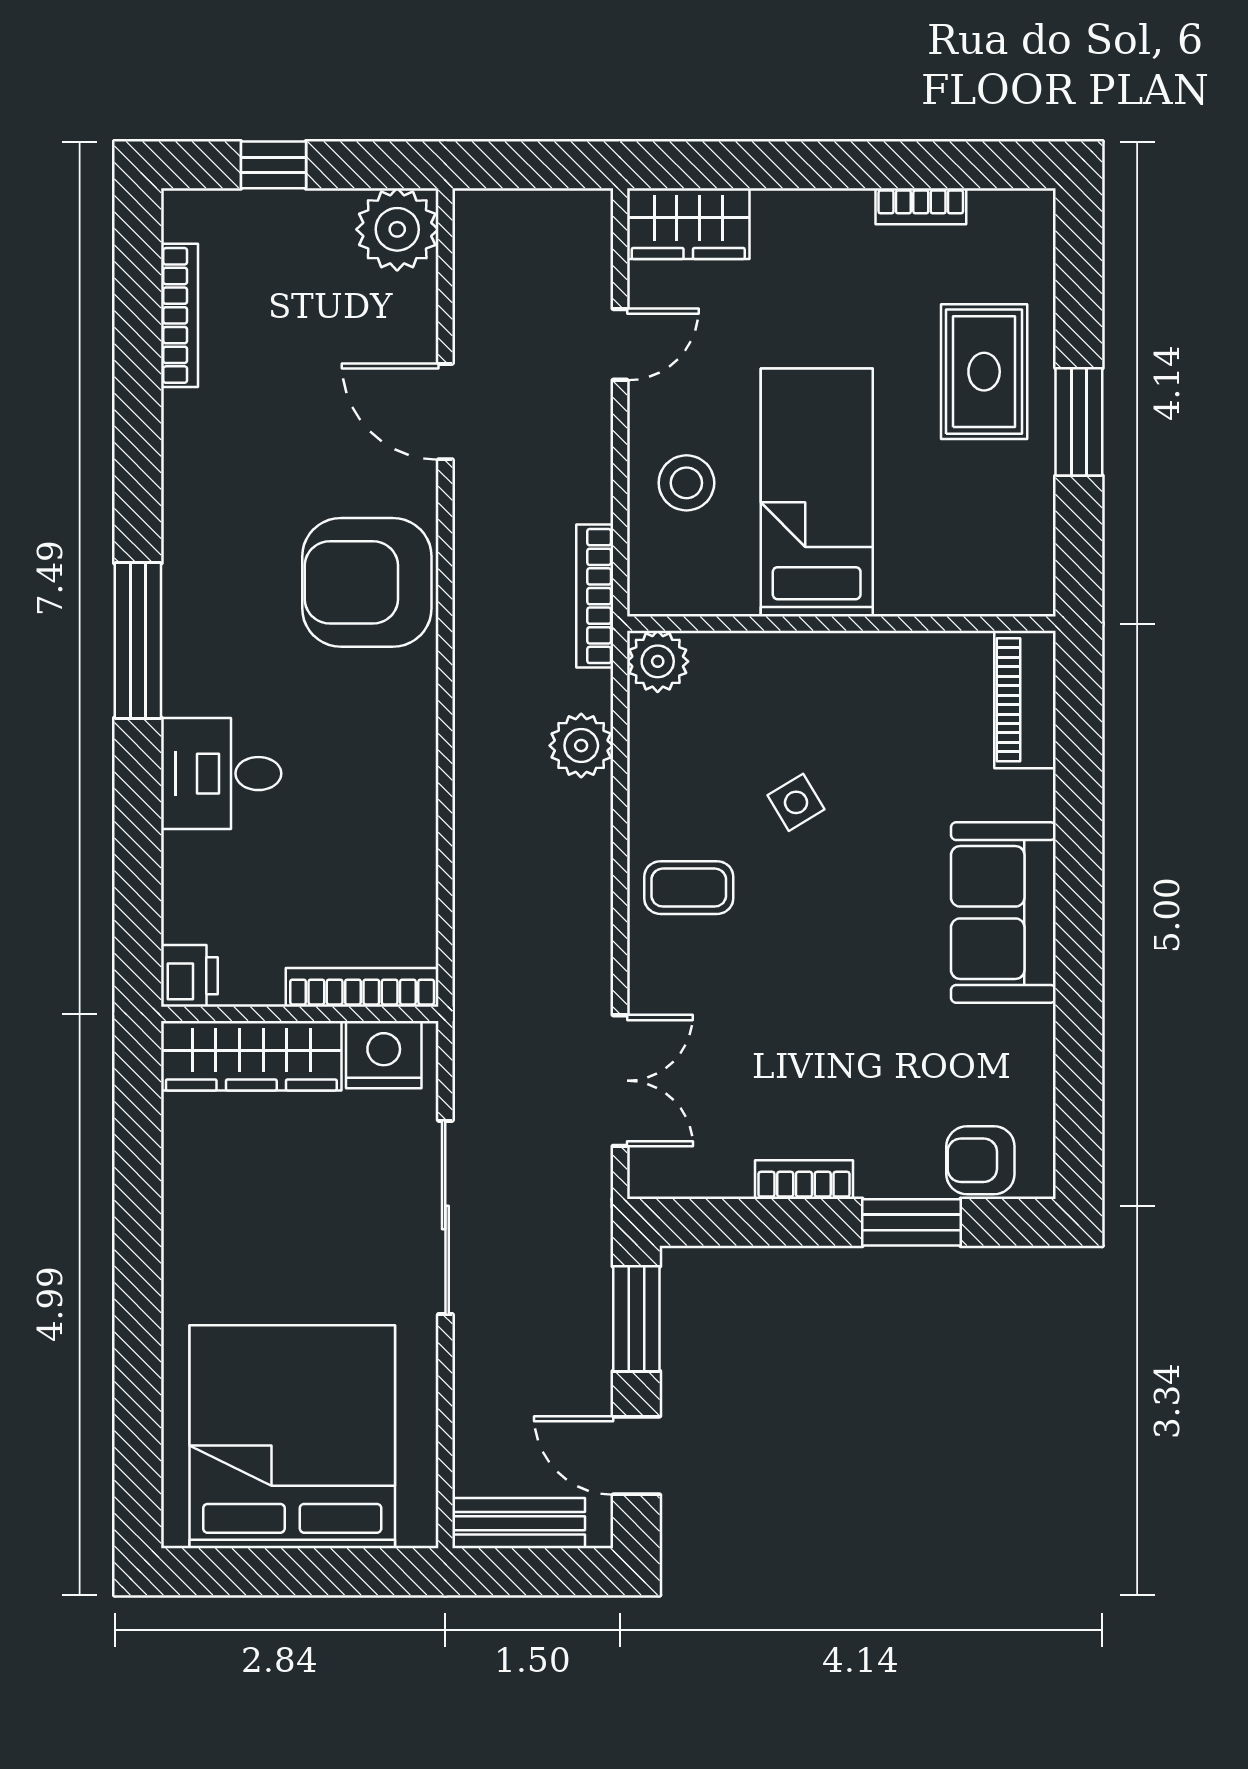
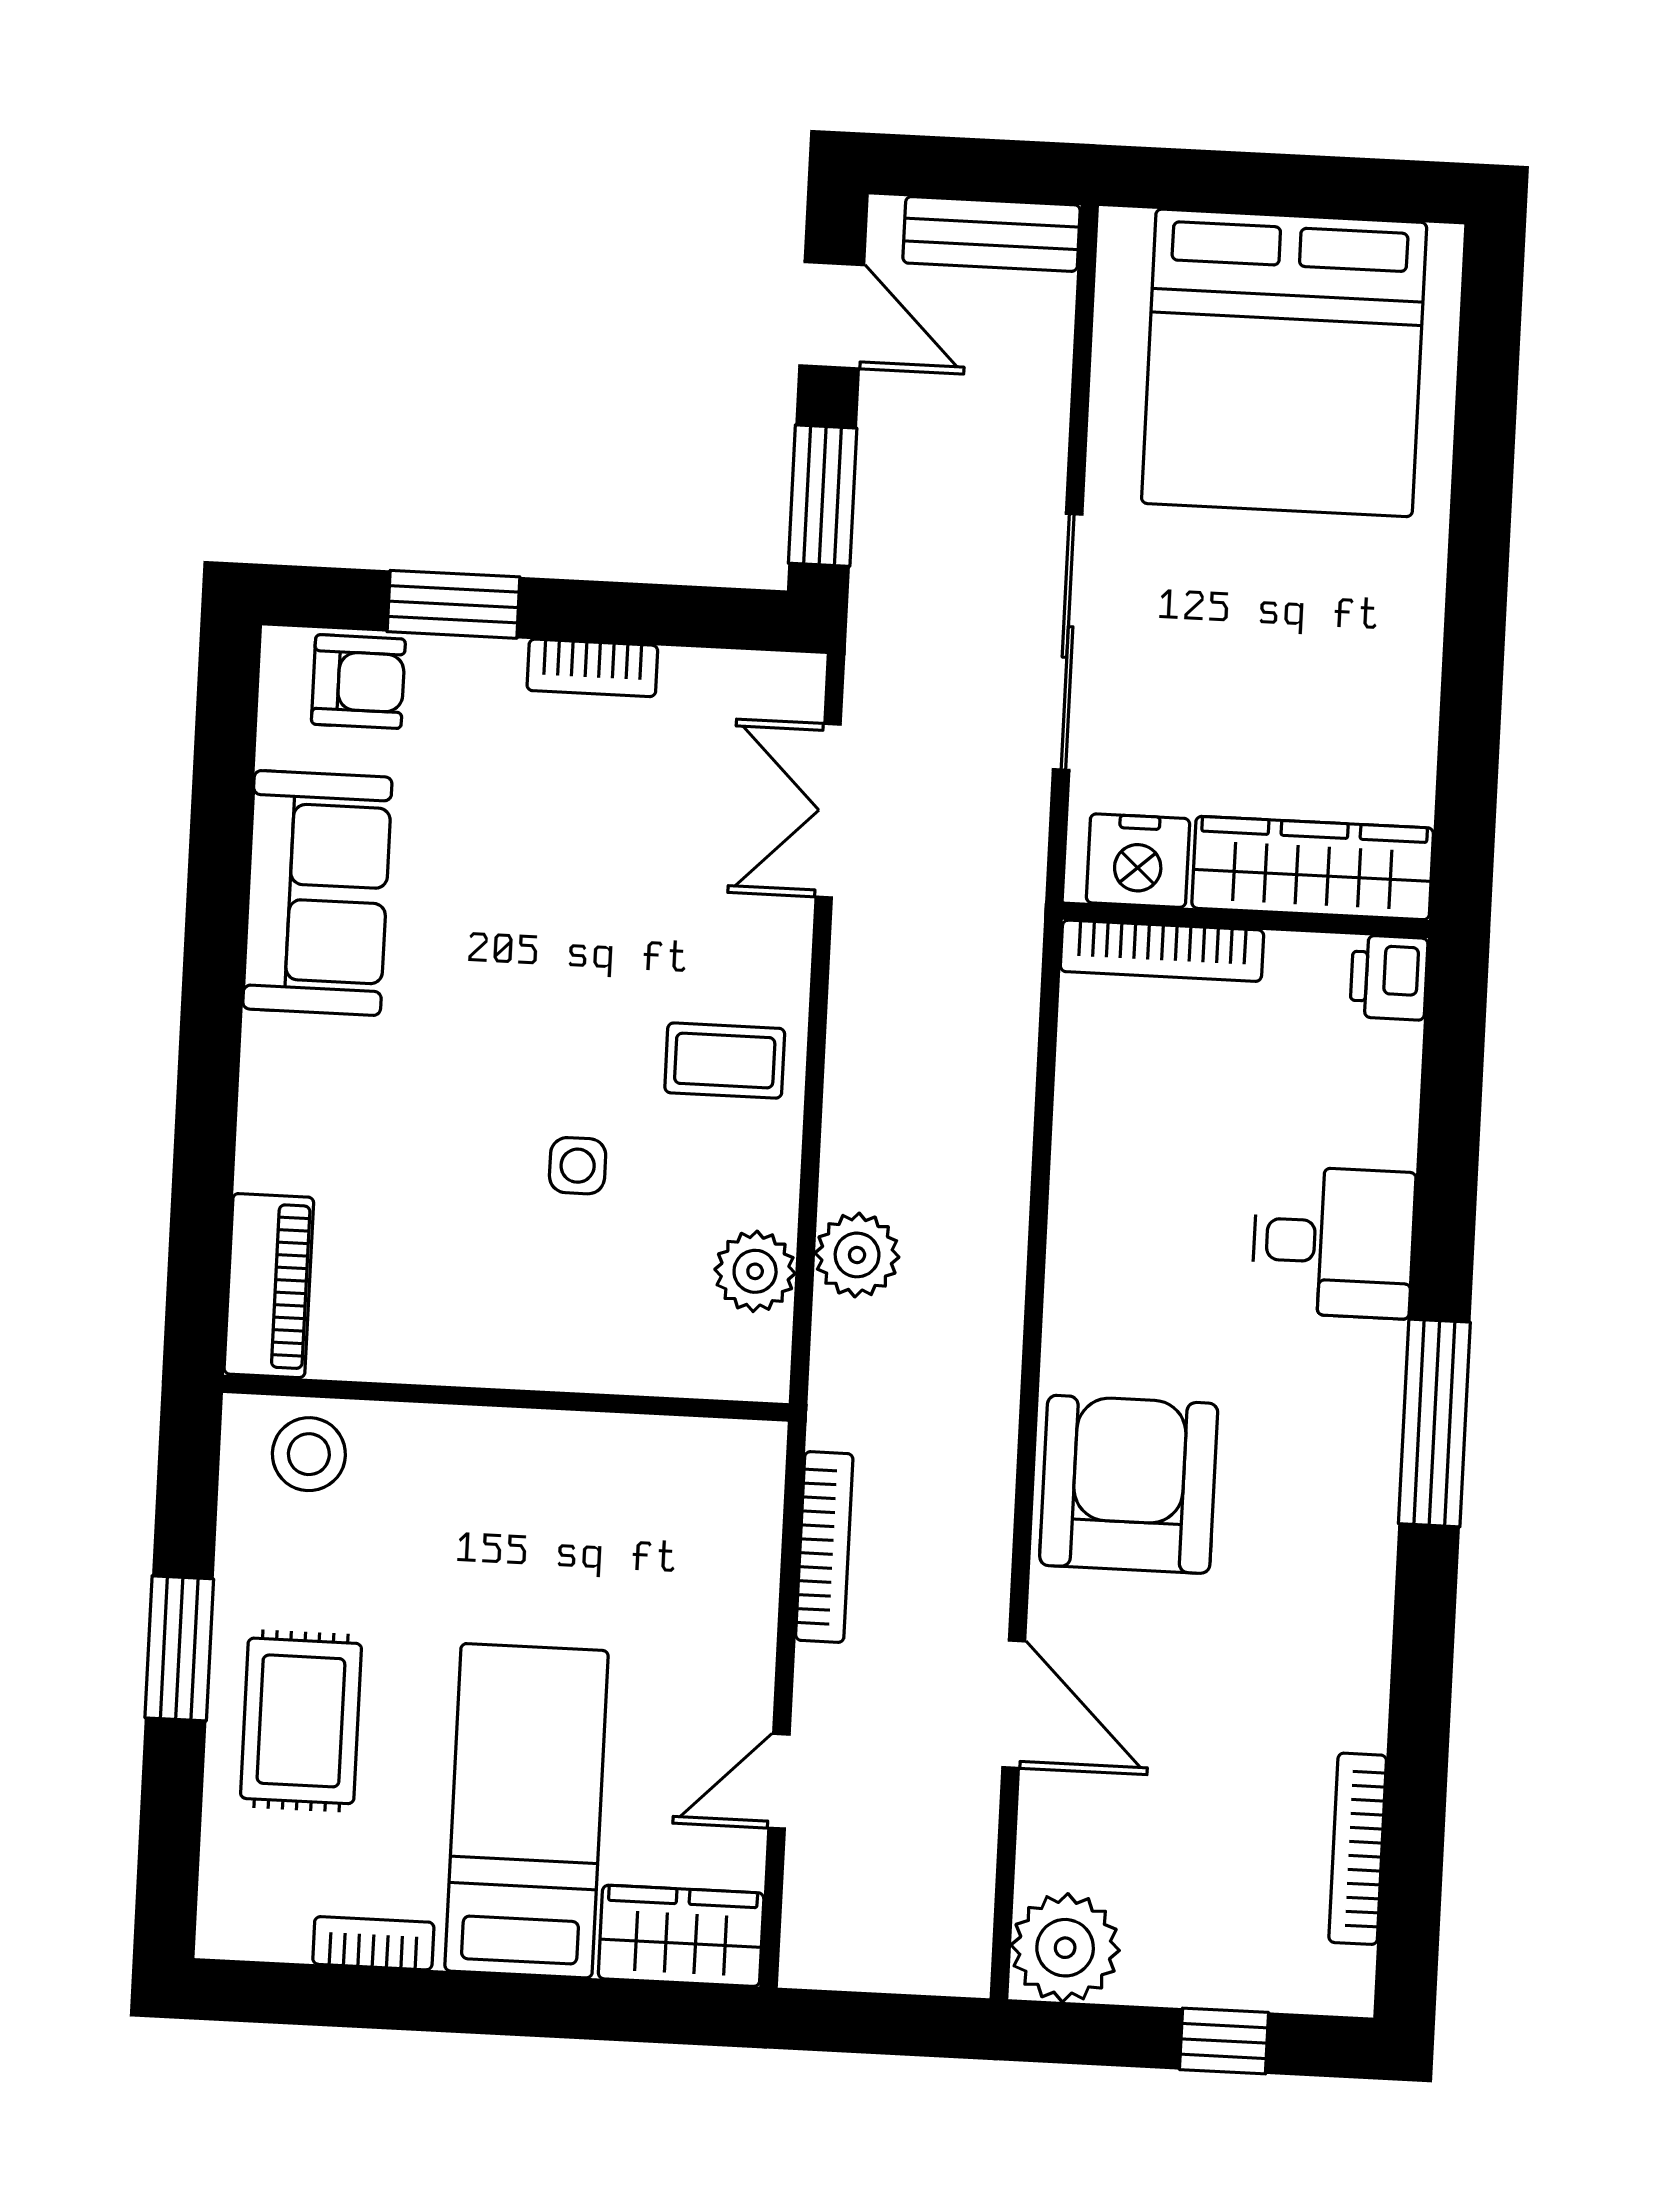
stool: (686, 483) -> (309, 1454), moved
bed: (817, 493) -> (527, 1811), moved, turned 180
armchair: (367, 582) -> (1129, 1484), turned -90
bookcase: (595, 596) -> (824, 1547), moved
plant: (658, 661) -> (755, 1271), moved
side table: (796, 802) -> (578, 1166), turned 31
sofa: (1003, 913) -> (317, 893), moved

